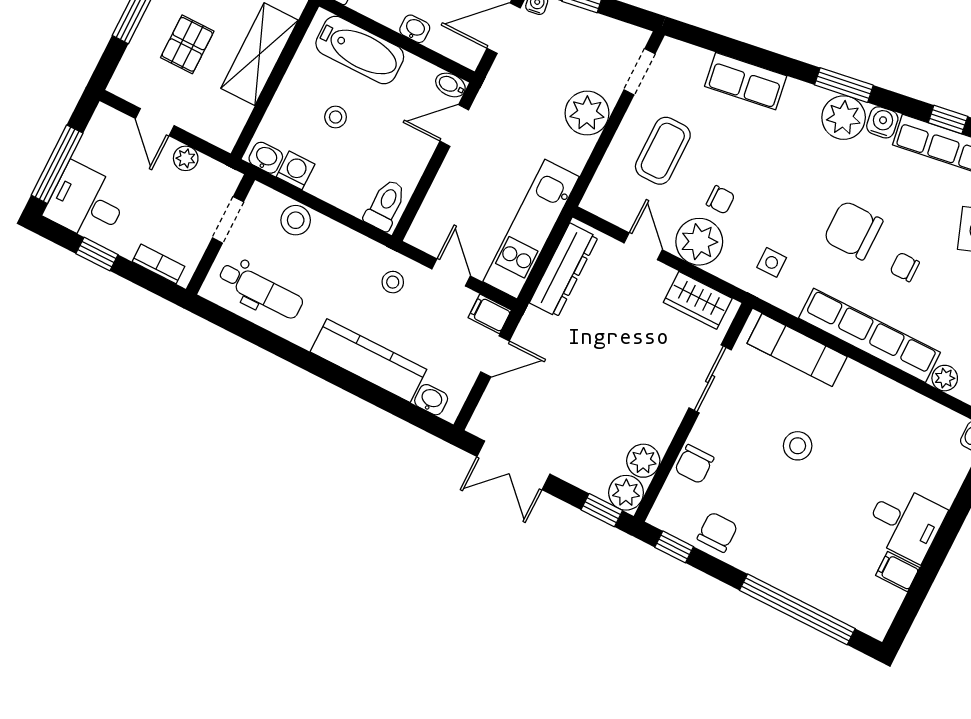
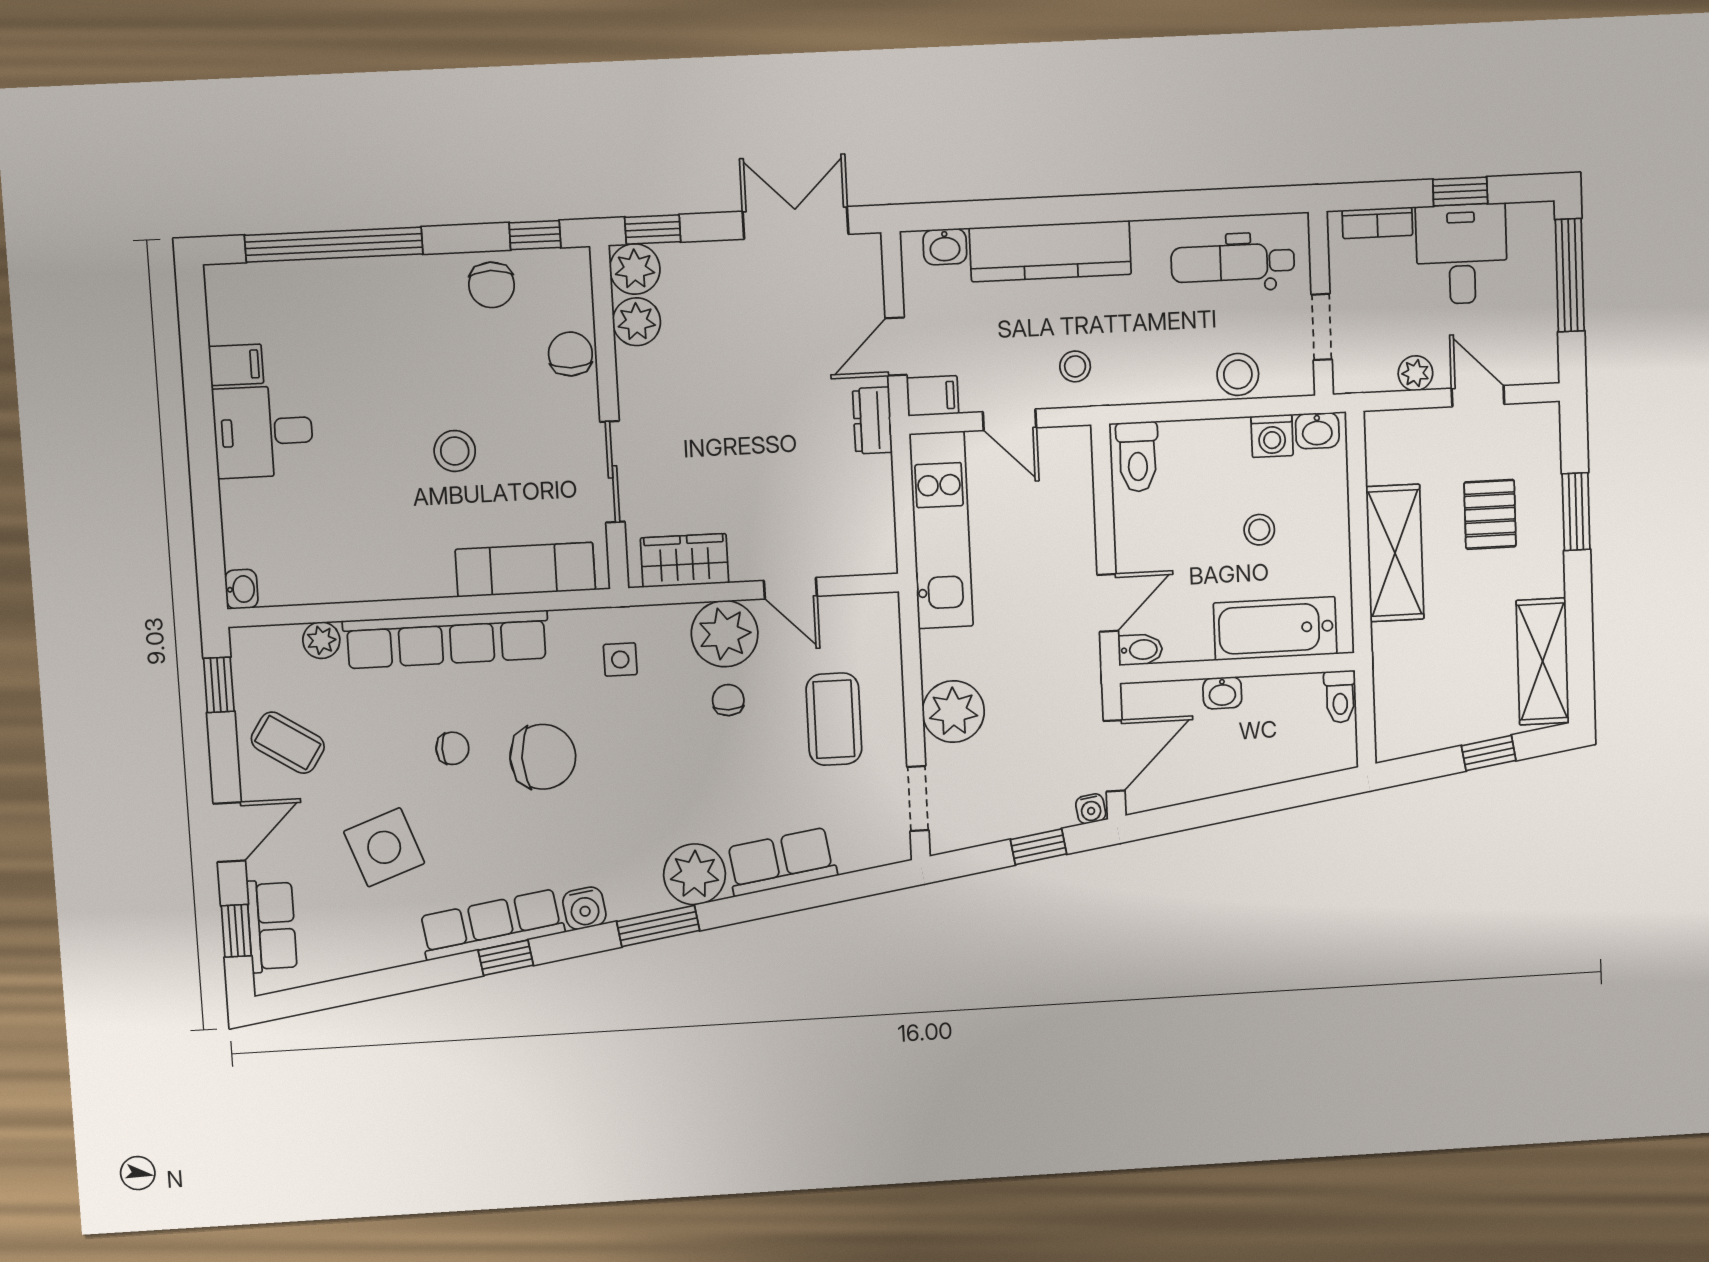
plant: (844, 118) -> (695, 874), moved
chair: (720, 200) -> (728, 700), turned 90
desk: (86, 203) -> (1462, 254), moved, turned -90
dresser: (564, 270) -> (872, 420), moved, width x0.51, depth x0.80

